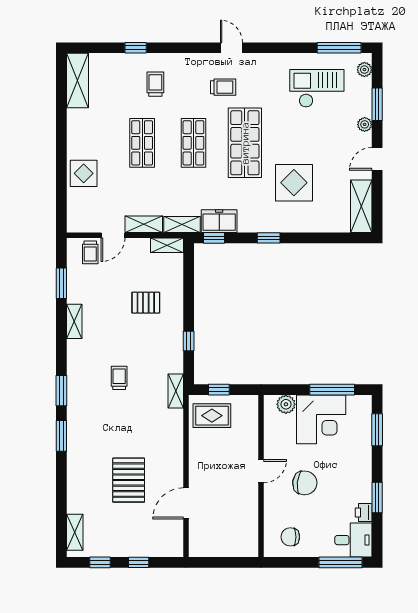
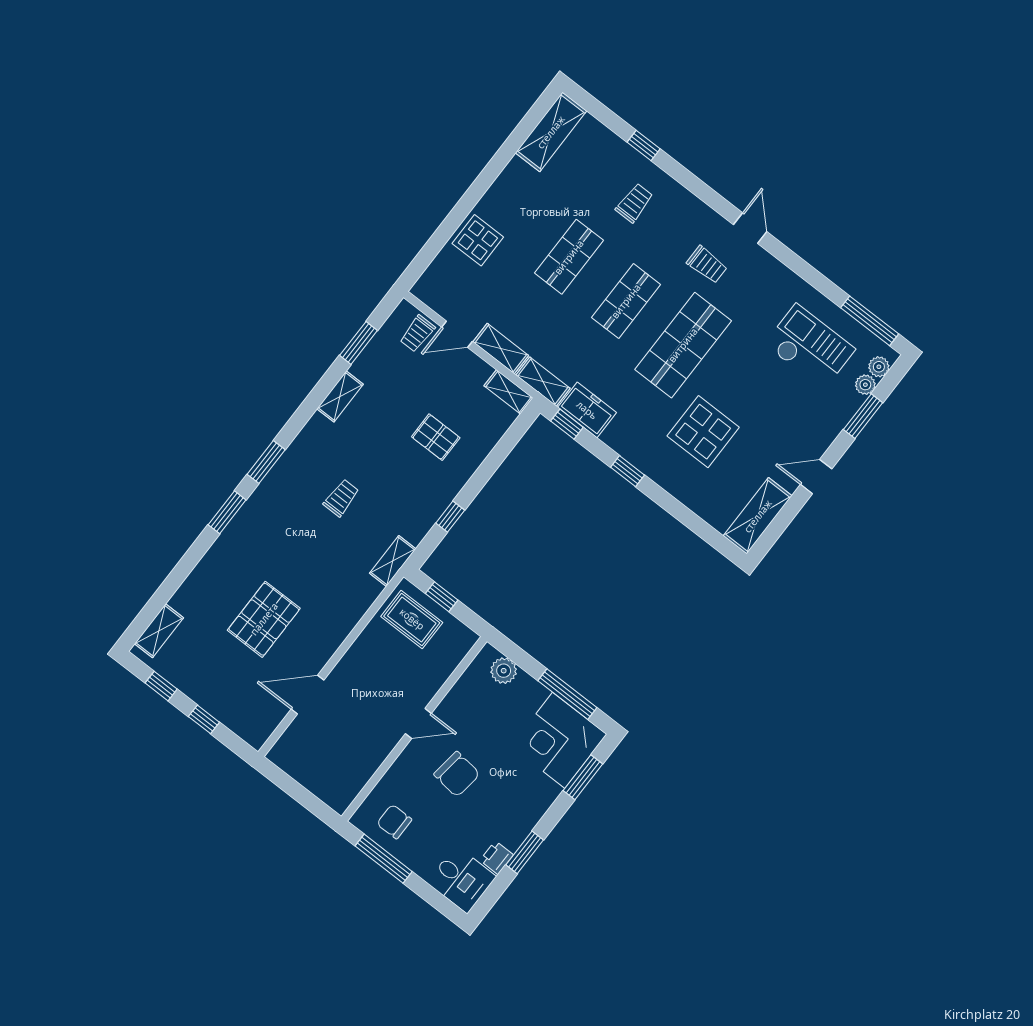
plant: (365, 124) -> (865, 385), moved
corner desk: (321, 419) -> (559, 740), moved, turned 90
window: (340, 562) -> (384, 859), moved

